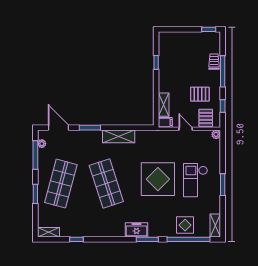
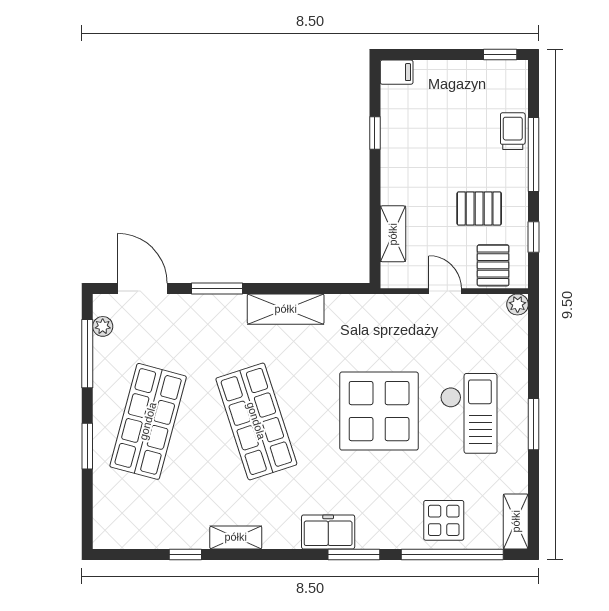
filing cabinet: (165, 123) -> (397, 72), moved
checkout: (196, 180) -> (469, 413), turned 180
shelving: (49, 232) -> (236, 537), moved

